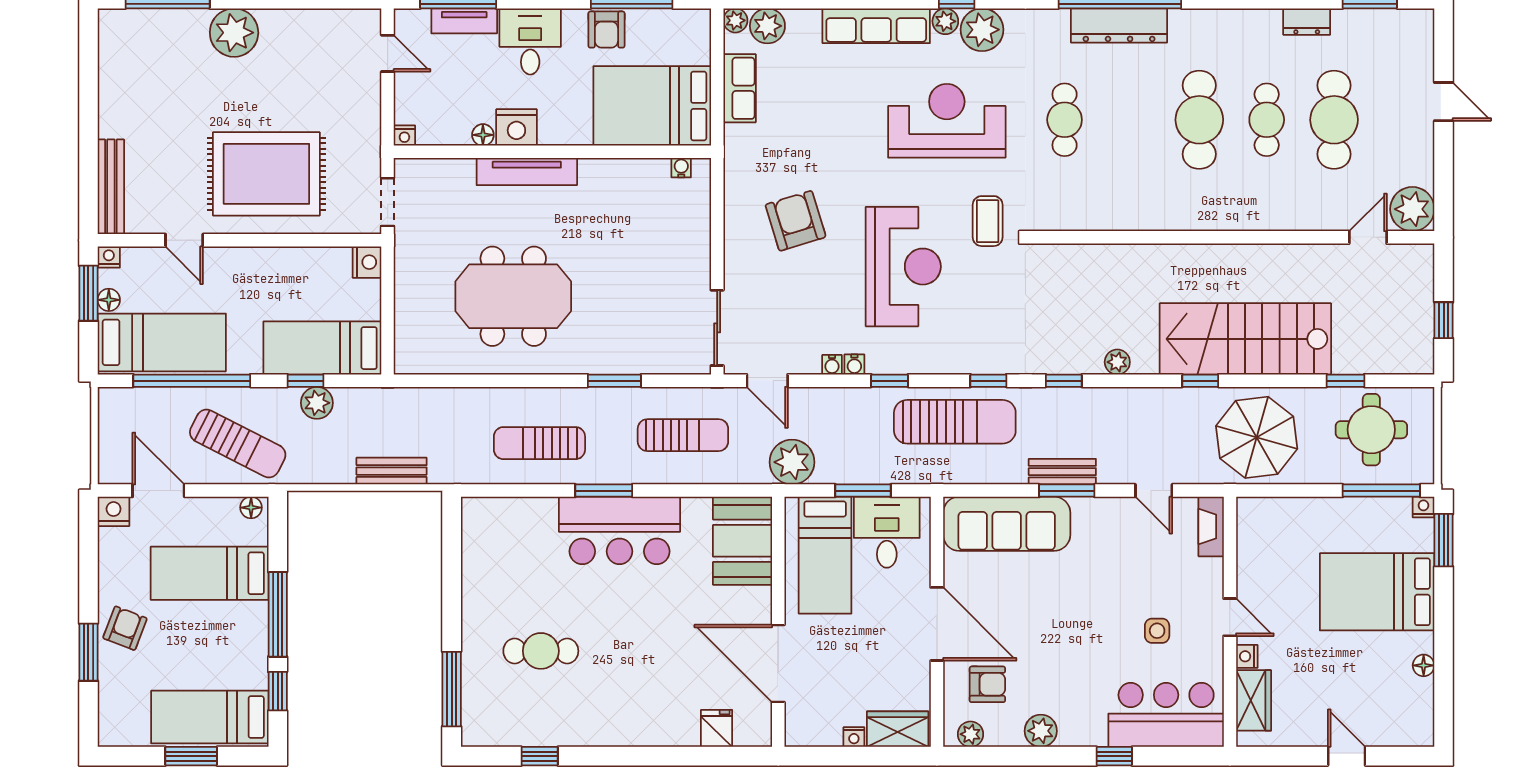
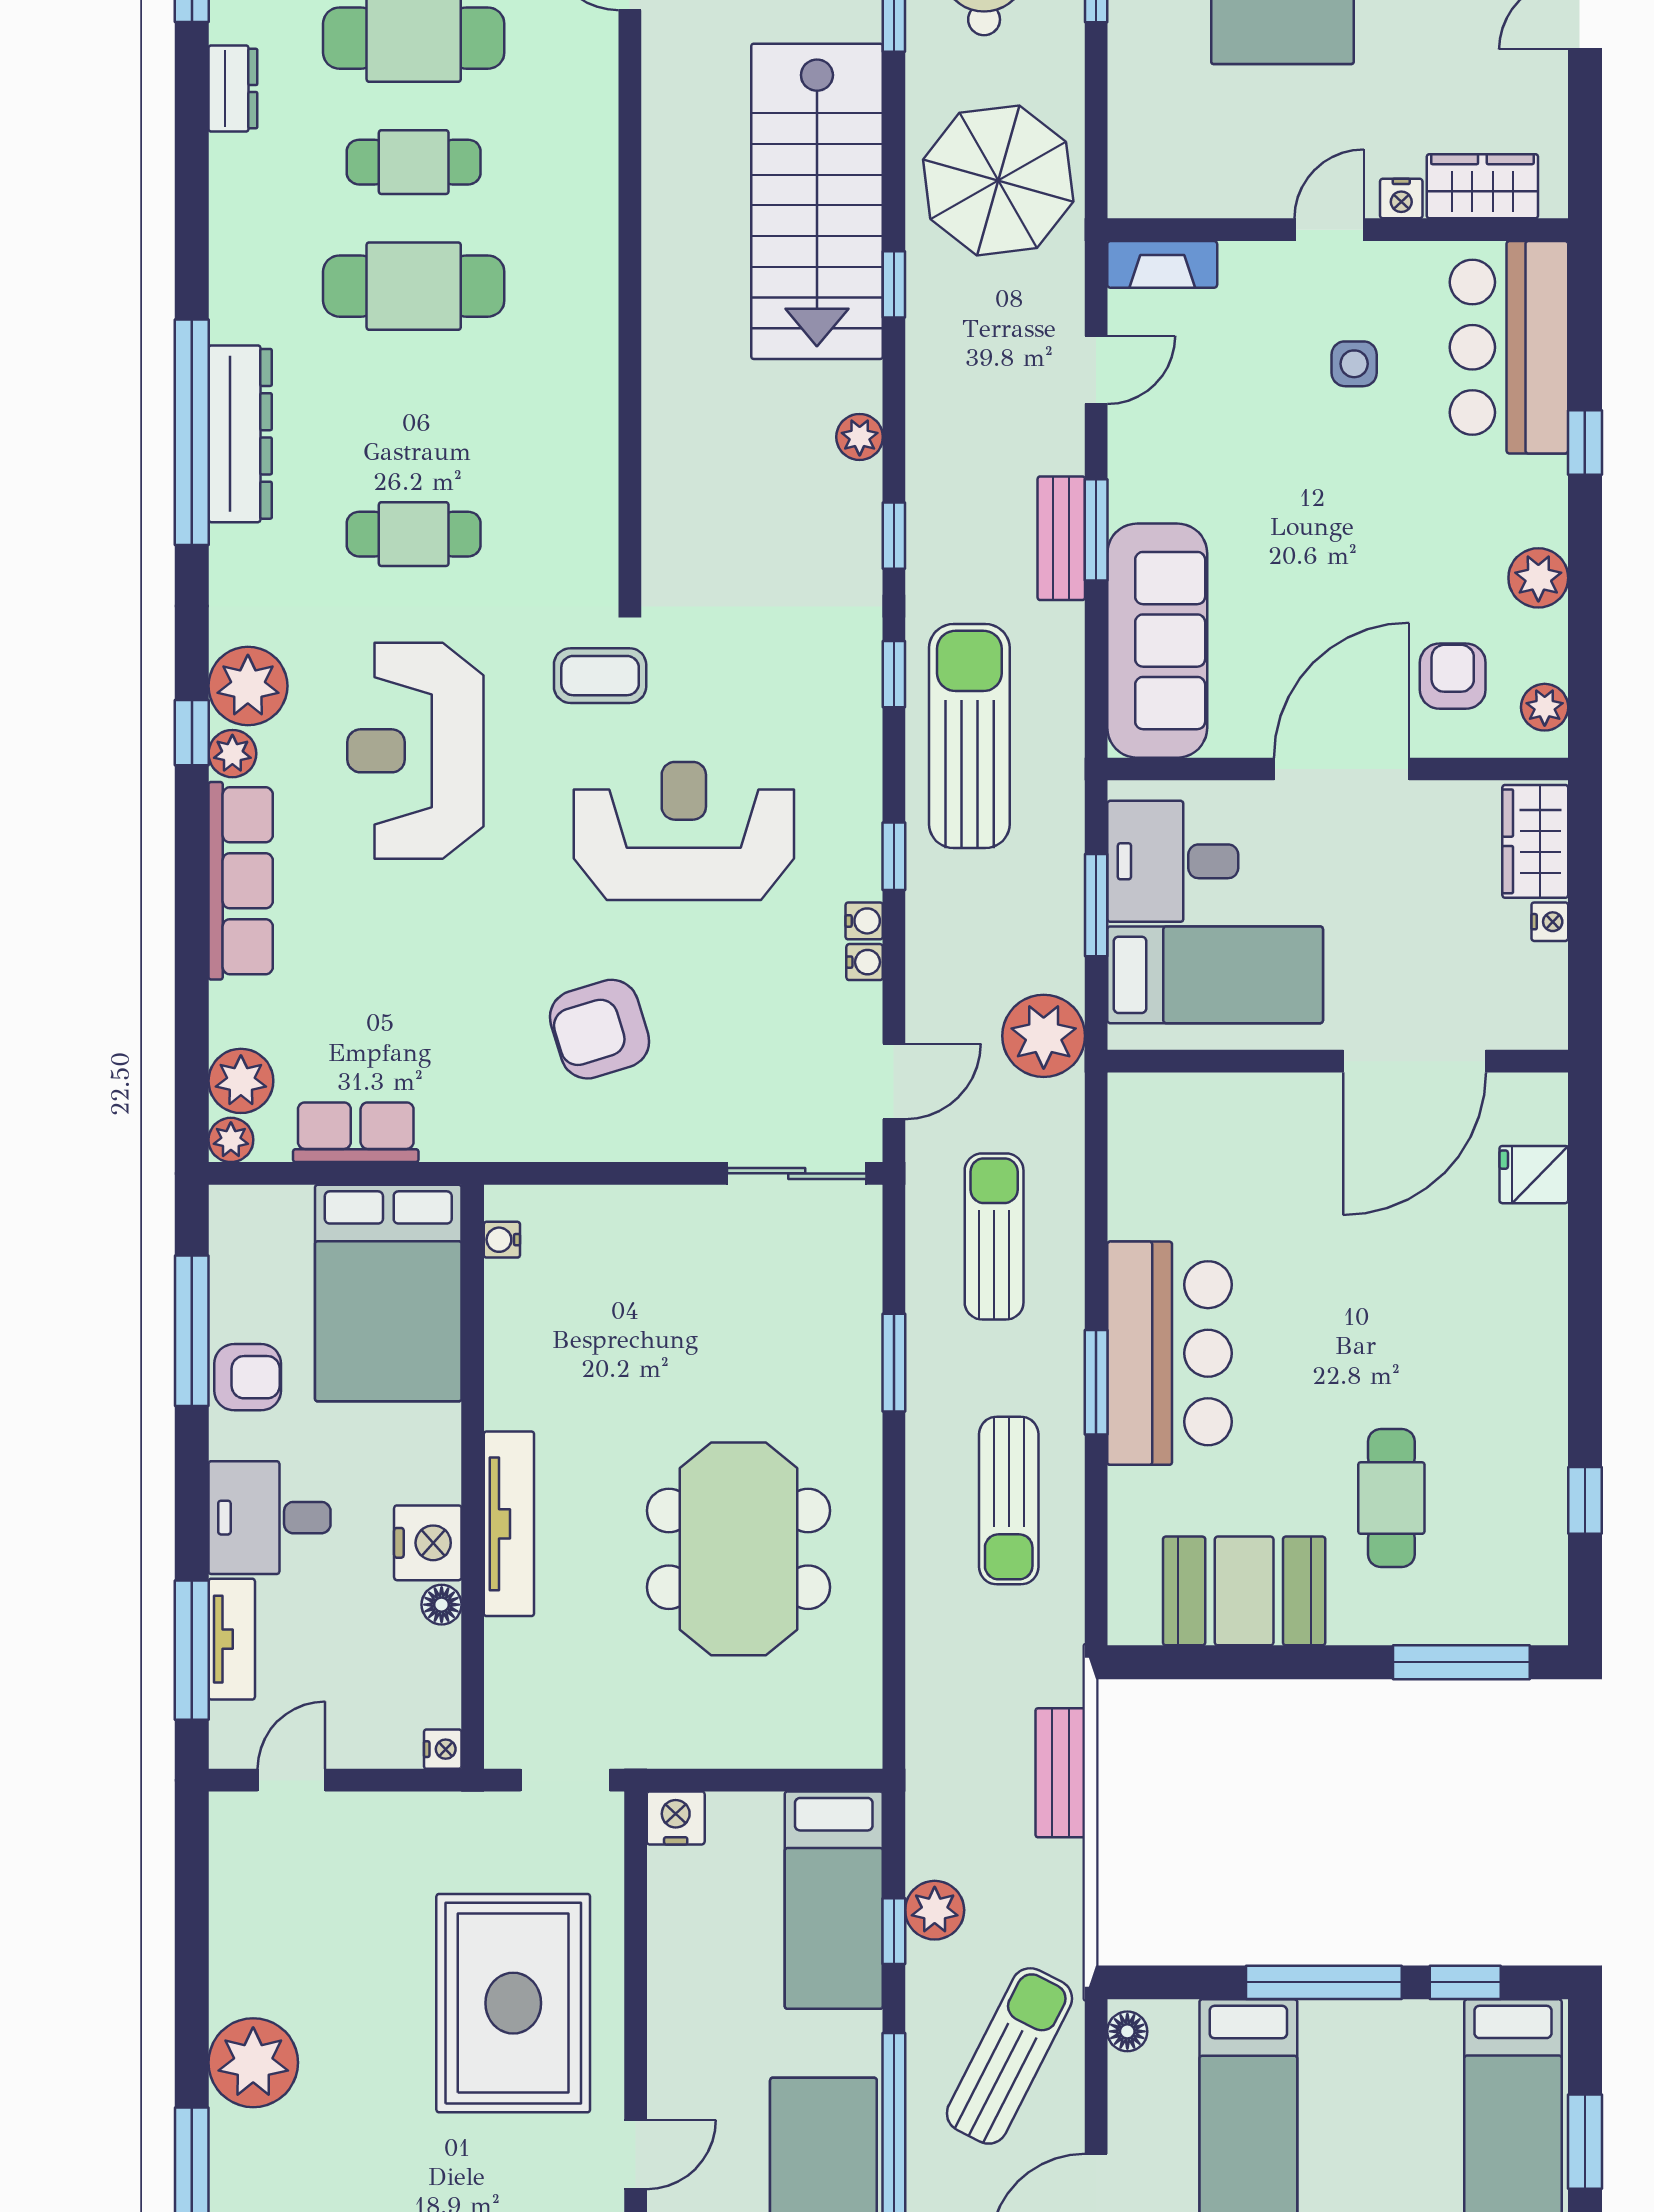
booth: (743, 541) -> (1244, 1591), moved

